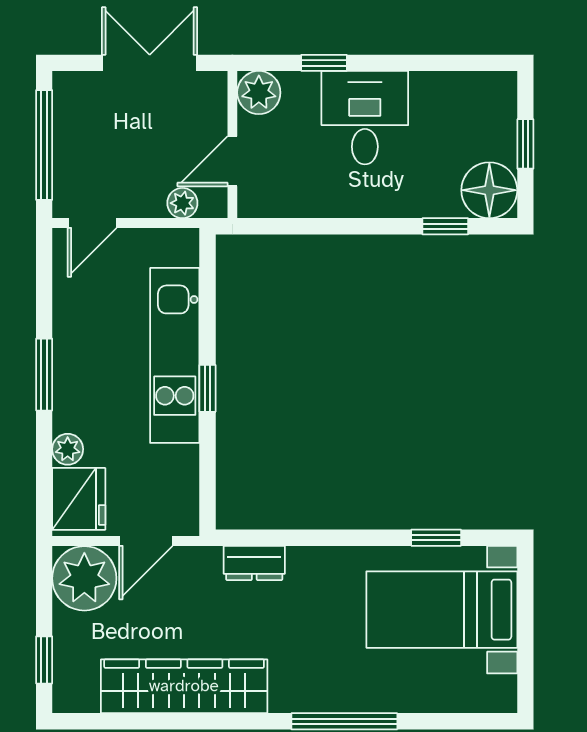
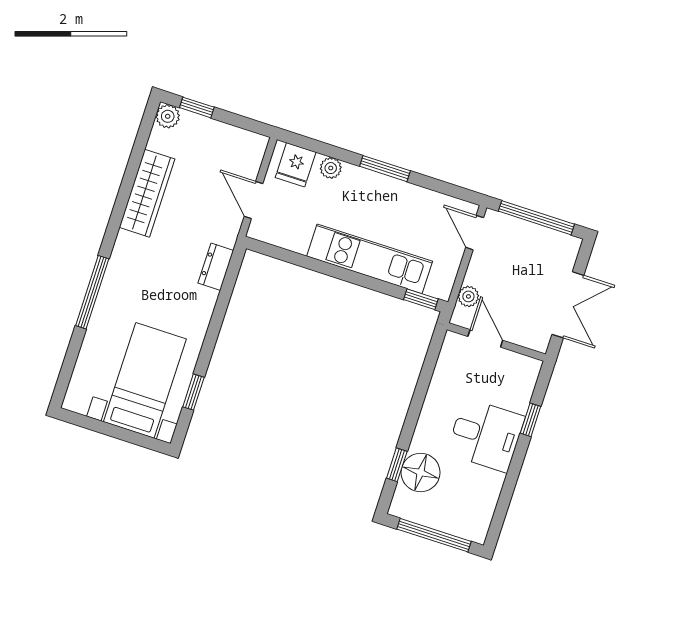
plant: (259, 93) -> (525, 371), removed
window: (525, 144) -> (434, 535), width x2.17
floor lamp: (489, 190) -> (421, 473), moved
window: (207, 388) -> (421, 299), moved
fridge: (79, 499) -> (296, 165), width x0.72
plant: (84, 578) -> (168, 116), moved, width x0.53, depth x0.53
wardrobe: (184, 686) -> (147, 193), width x0.71, depth x0.85

